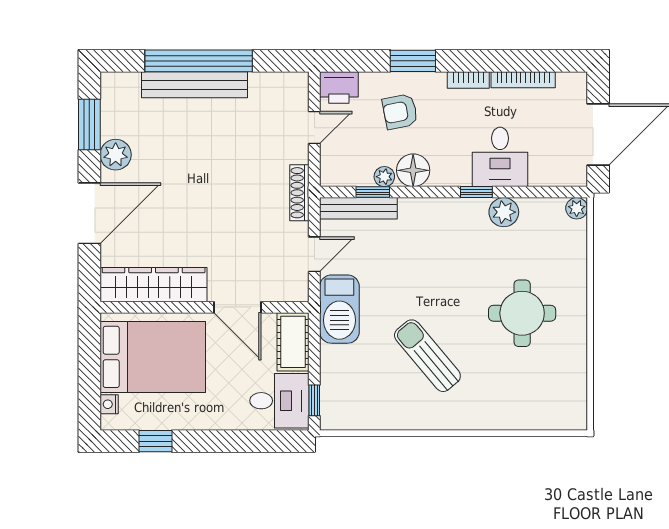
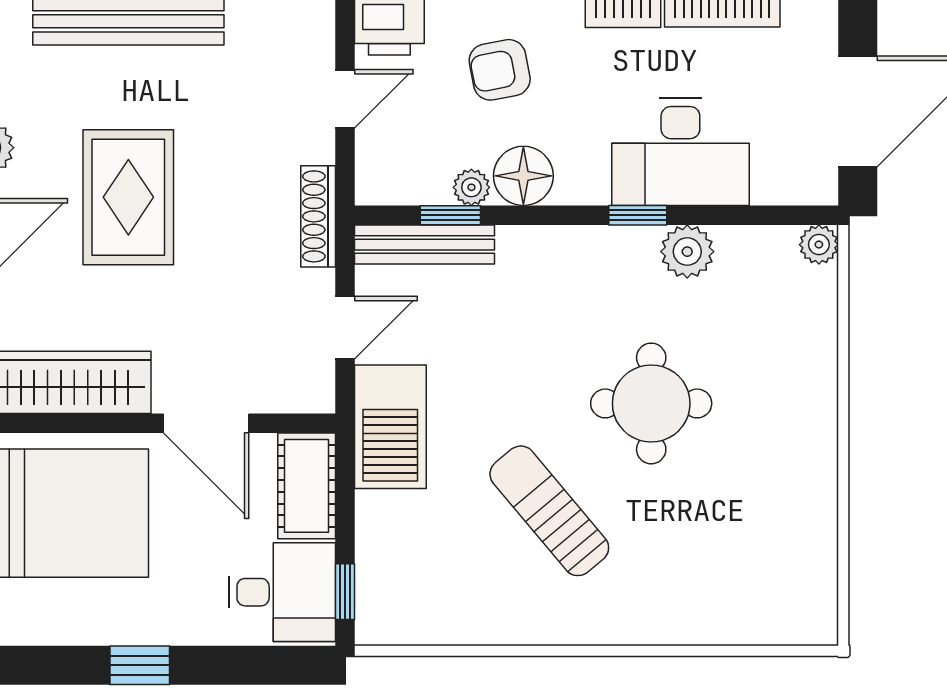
desk: (500, 157) -> (680, 152), width x1.37
rug: (194, 182) -> (128, 197), added
round table: (522, 313) -> (651, 403), moved
window: (156, 441) -> (140, 665), moved

